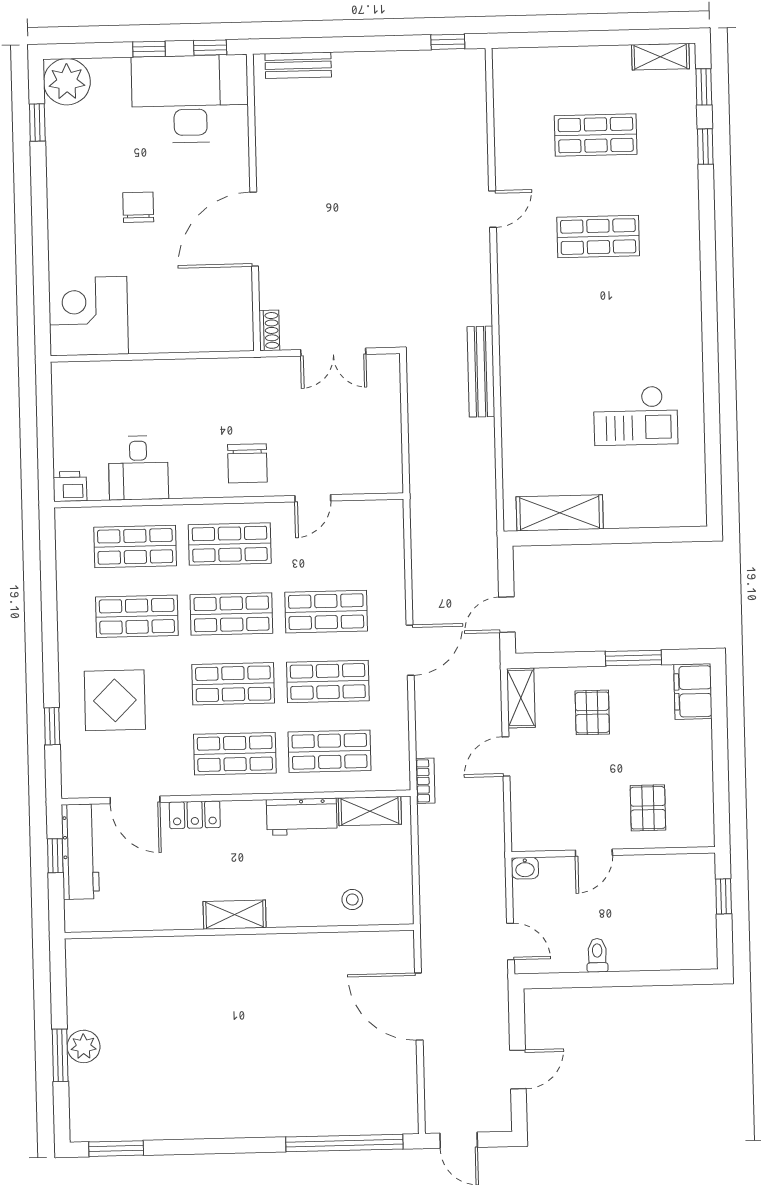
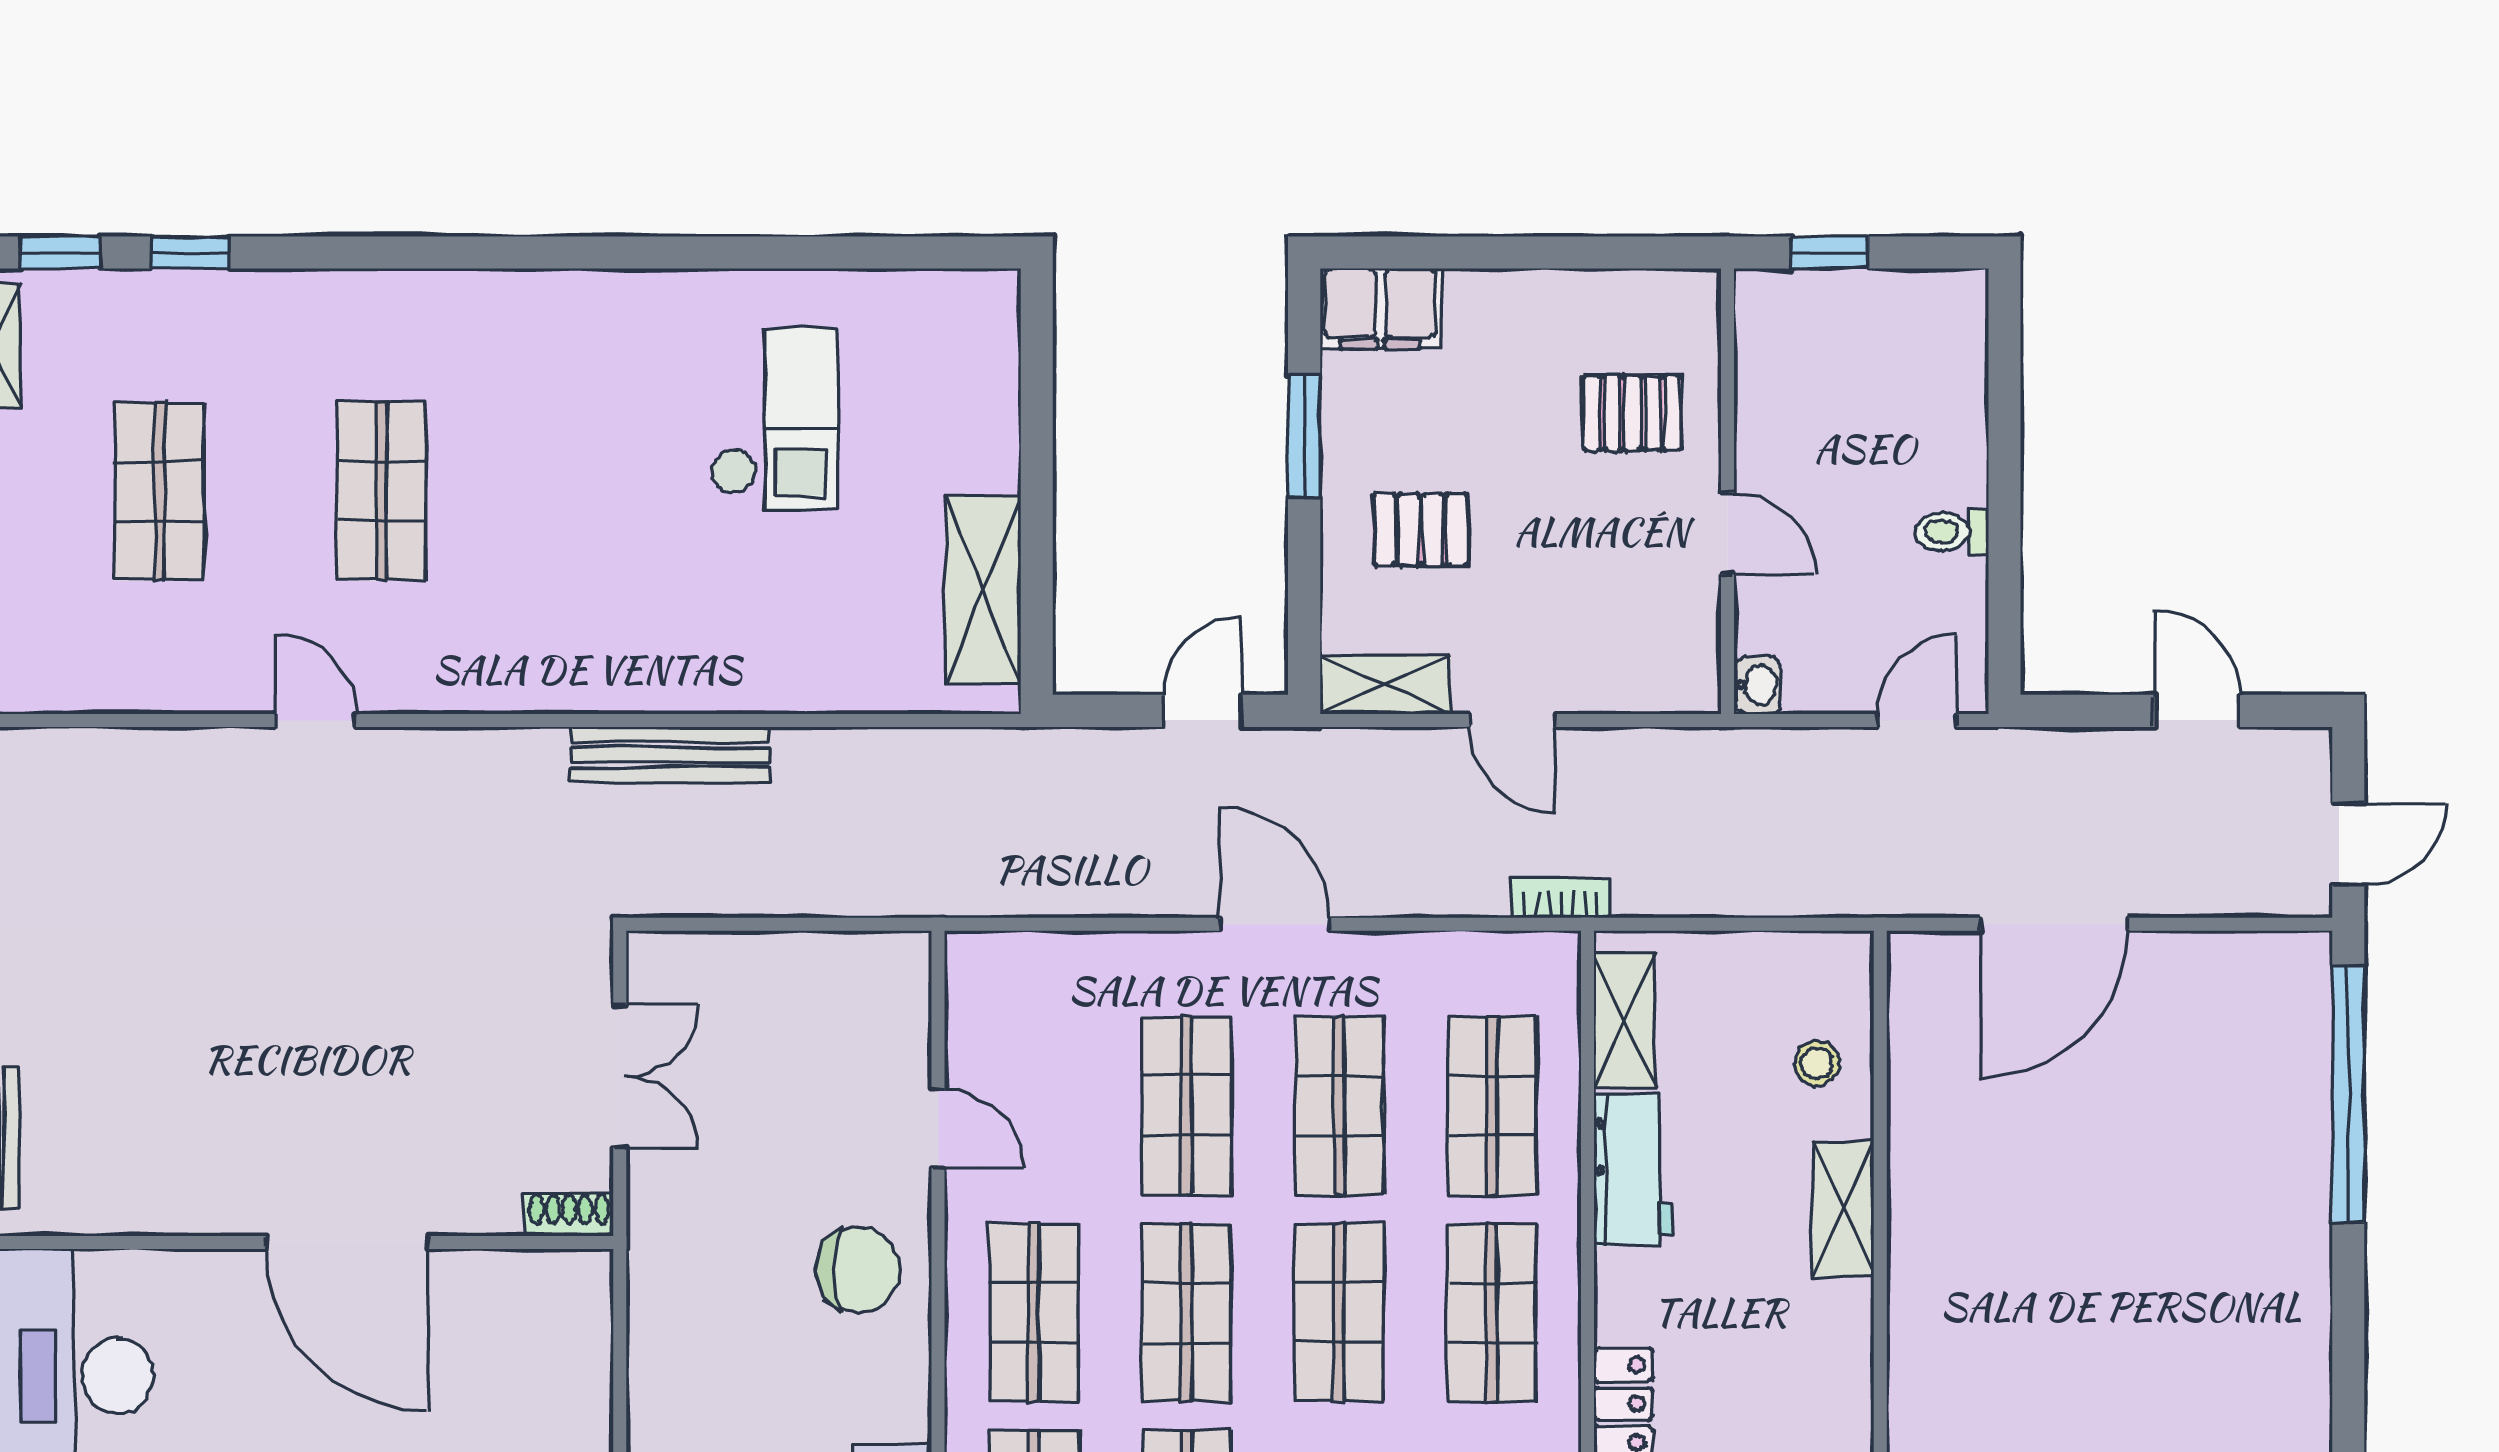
door: (507, 615) -> (1203, 711), swing flipped
shelving: (235, 915) -> (1843, 1209), moved

